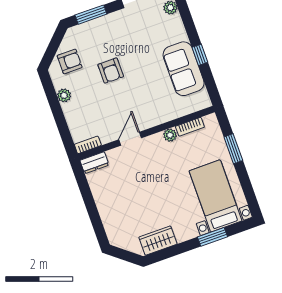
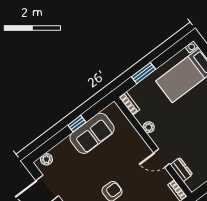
bookcase: (190, 127) -> (129, 103), moved
dresser: (94, 163) -> (181, 170), moved

